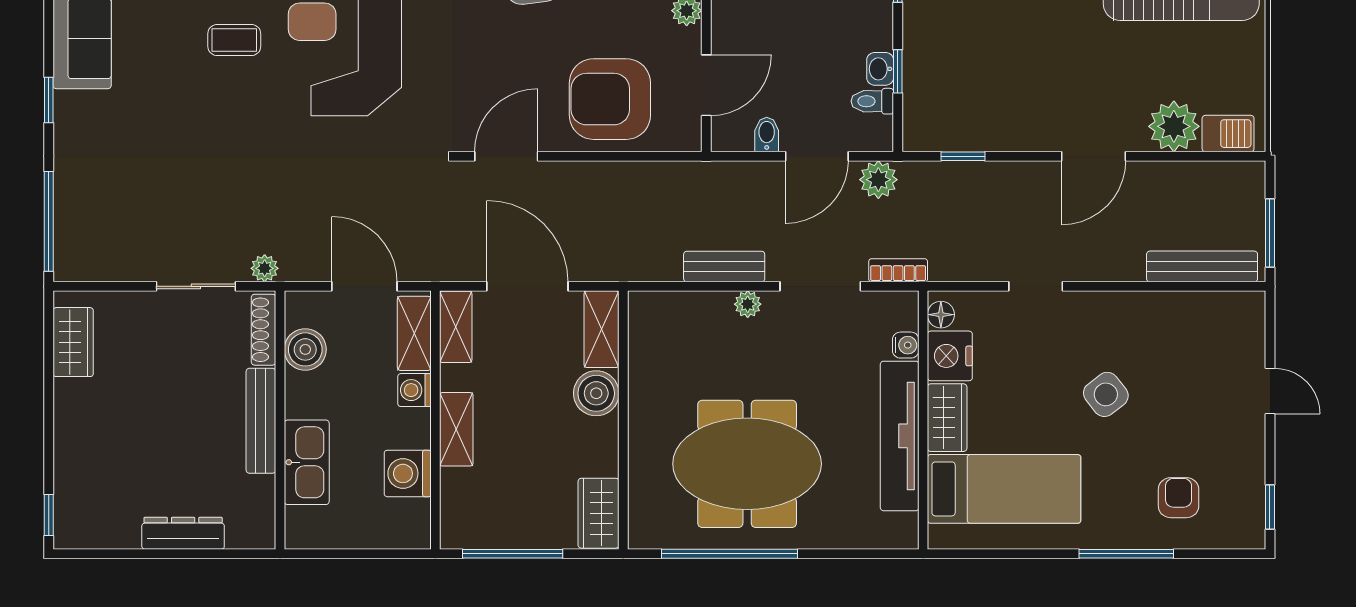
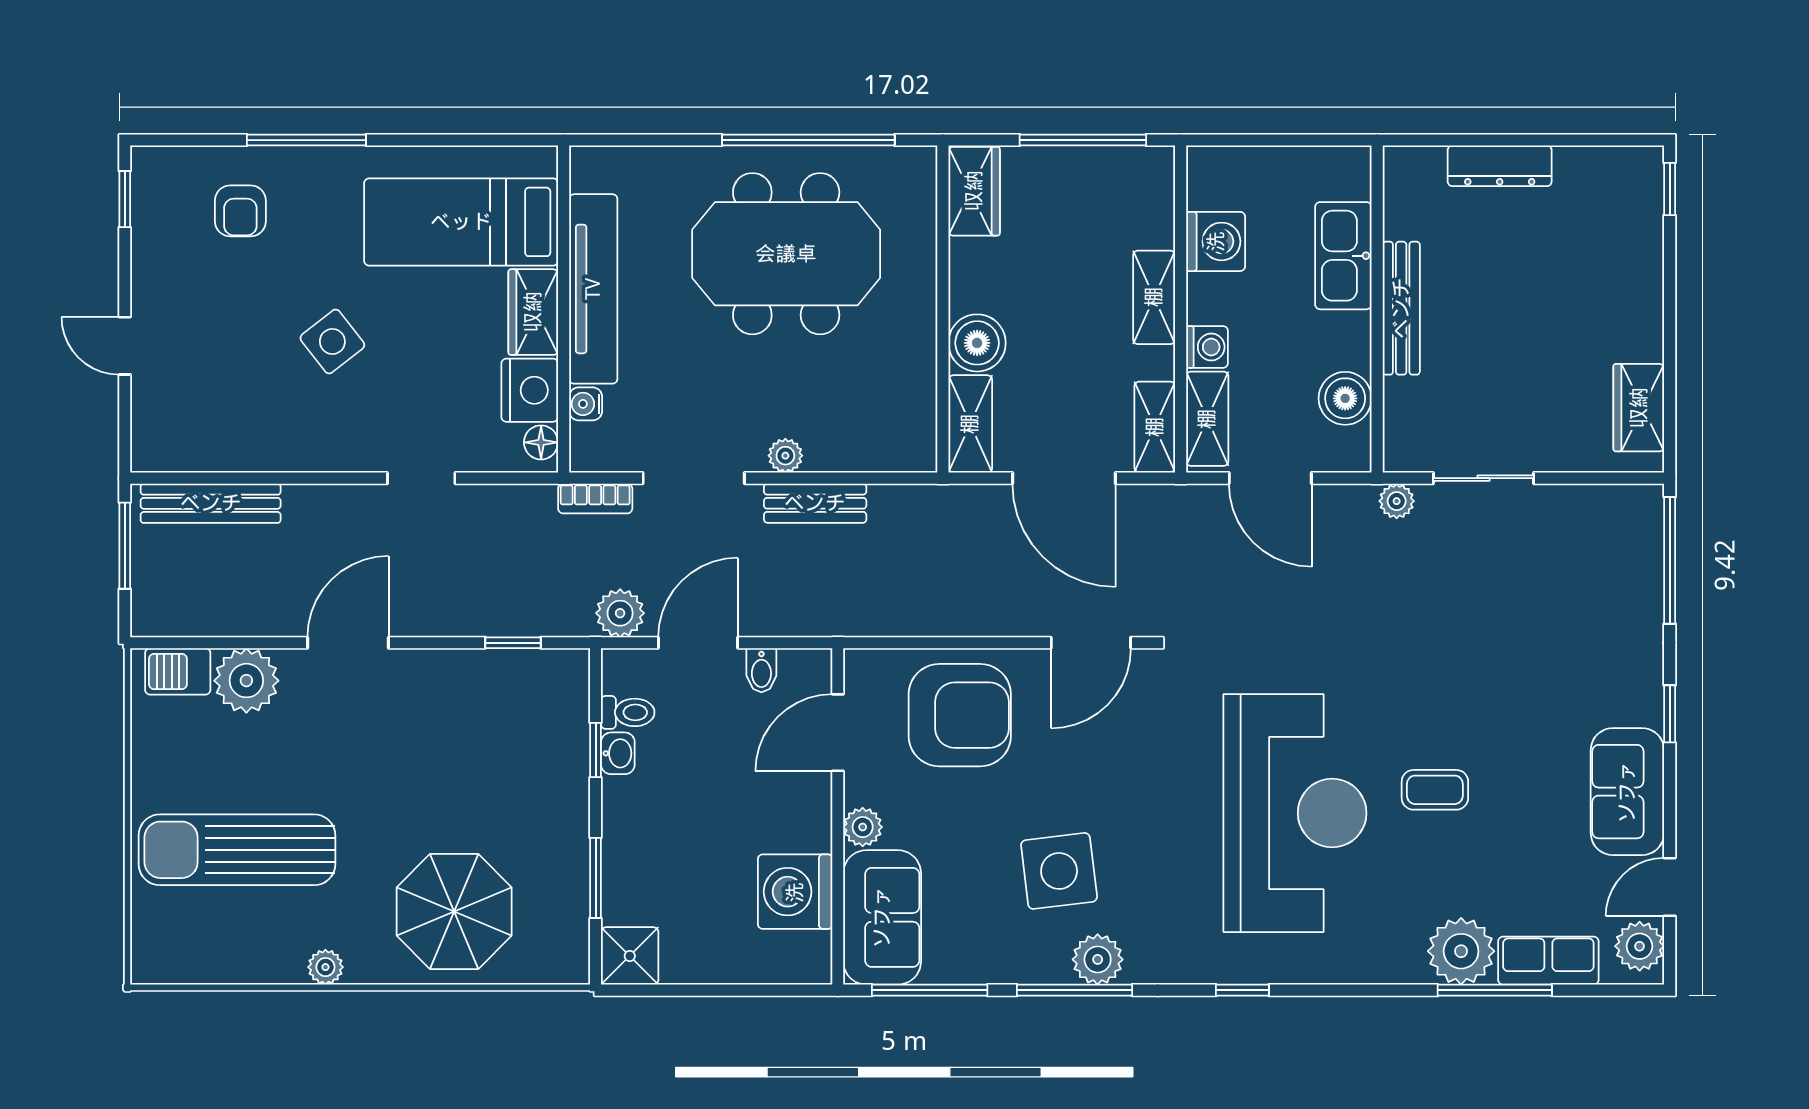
shoe rack: (264, 330) -> (1398, 423), removed

